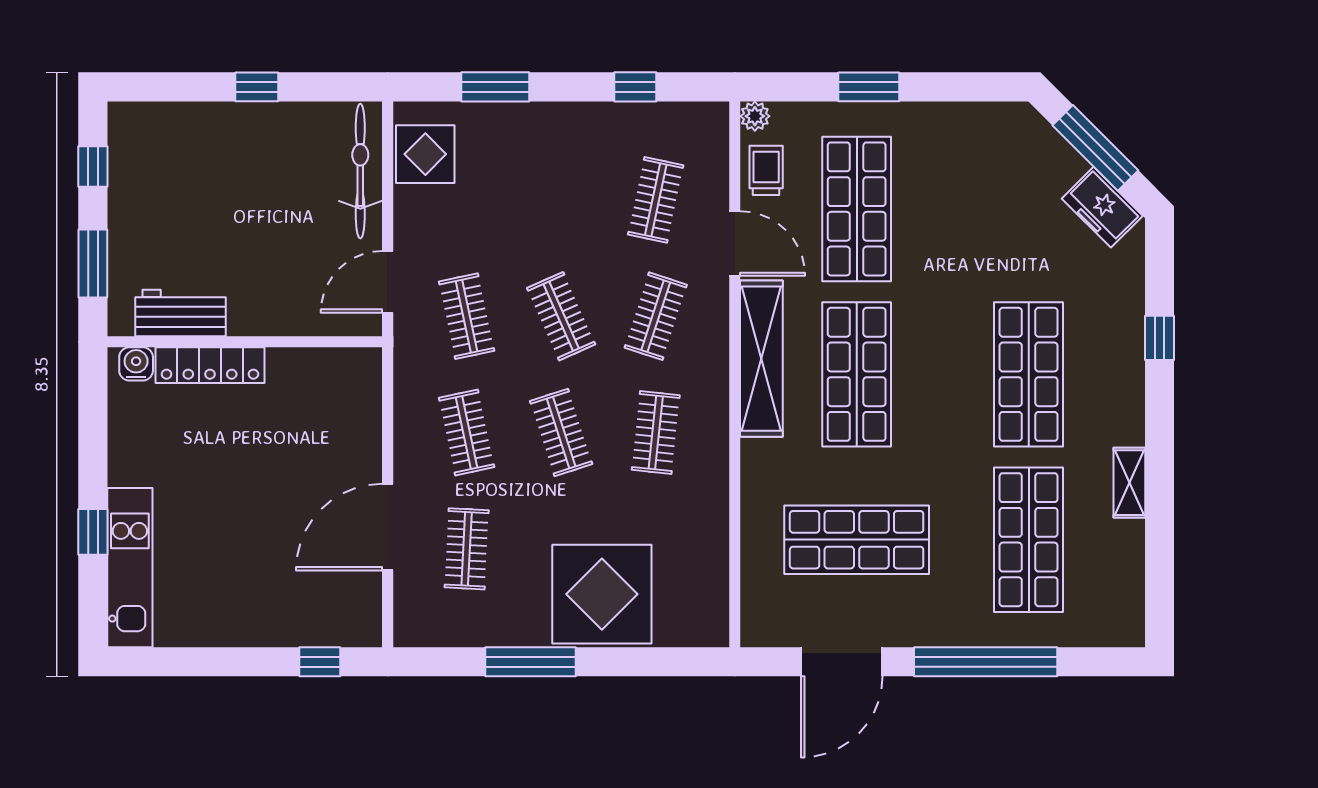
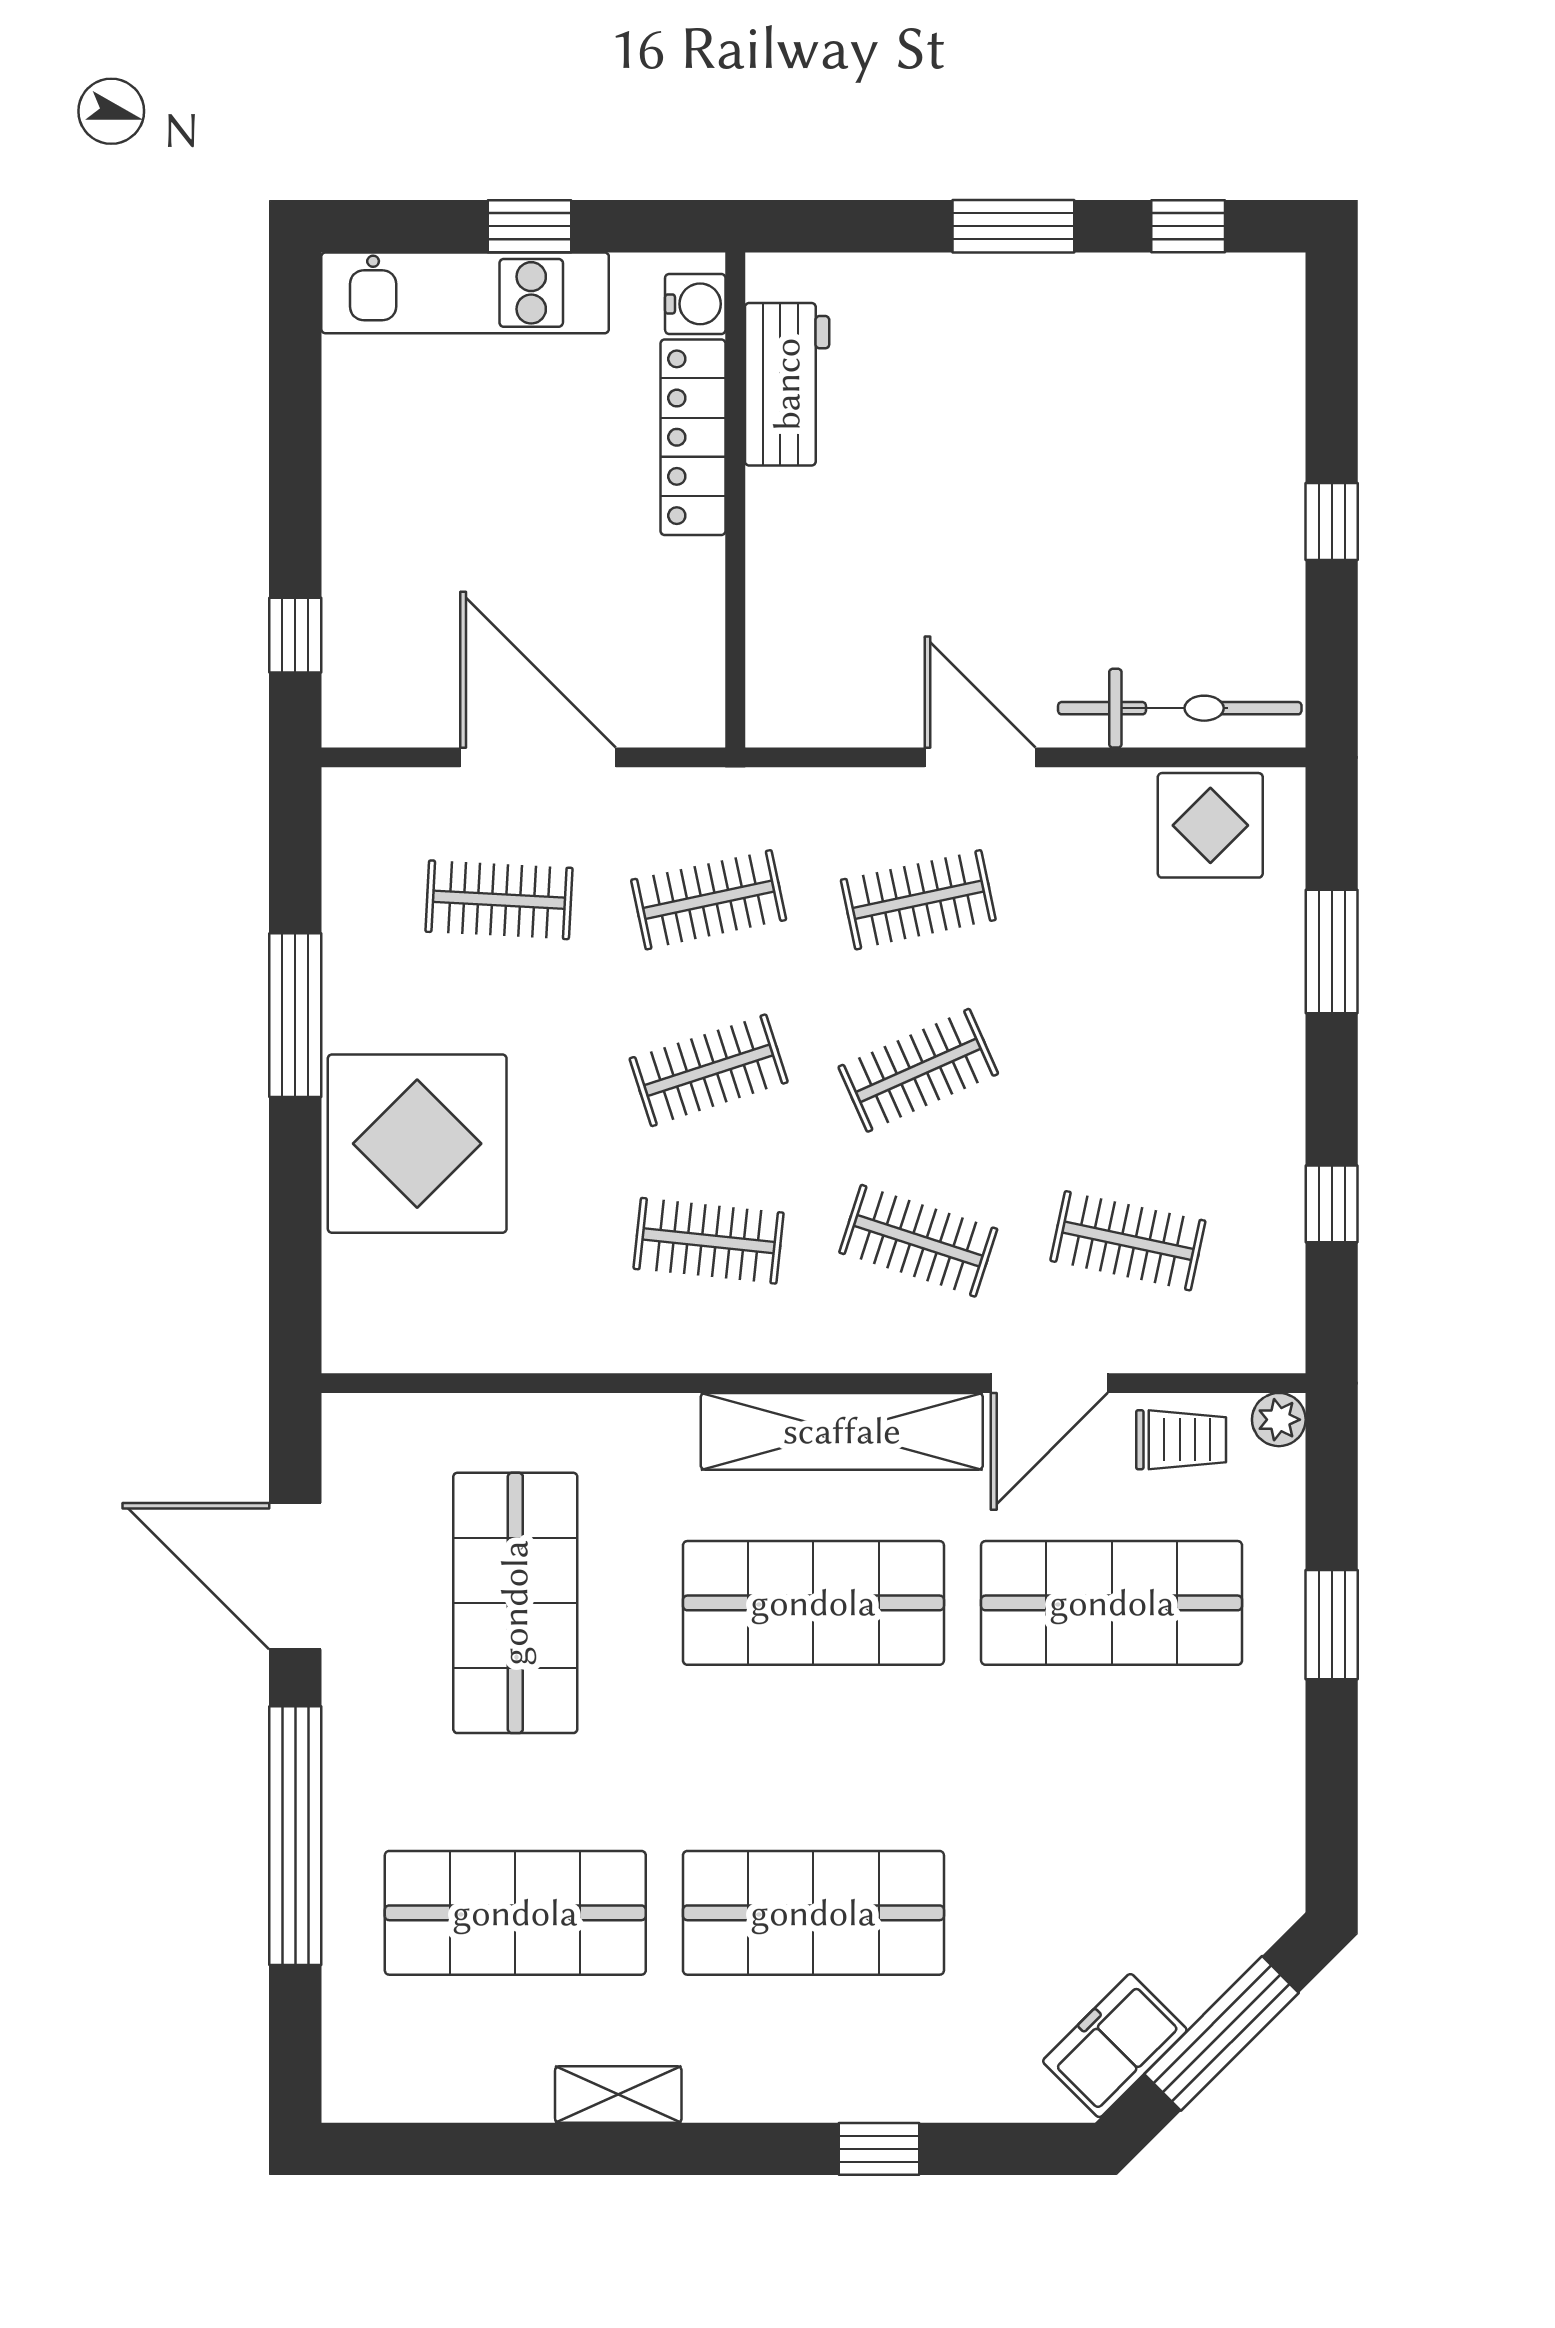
workbench: (181, 313) -> (787, 384), moved
wall: (245, 342) -> (735, 500), moved
water cooler: (136, 364) -> (695, 304), moved
locker: (210, 365) -> (693, 437), moved

